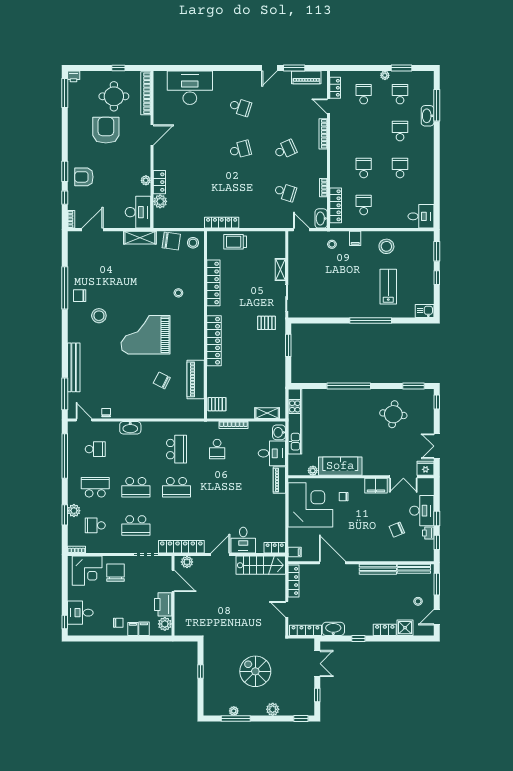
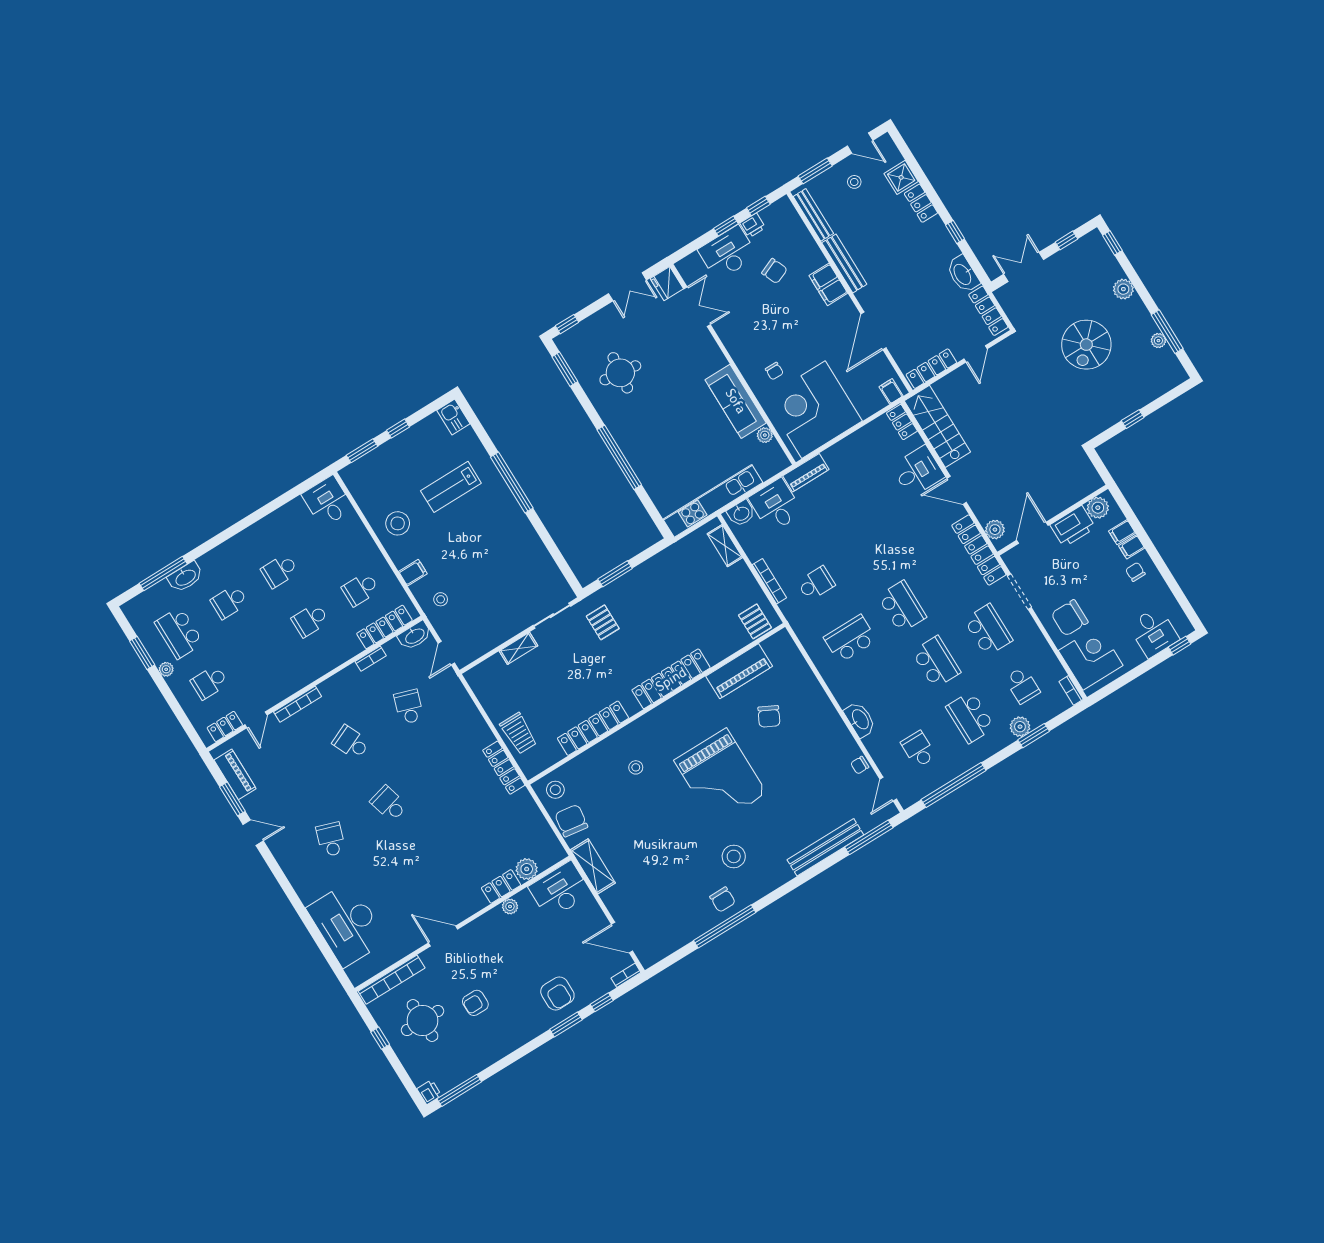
school desk: (400, 94) -> (179, 633), width x1.85
armchair: (106, 130) -> (475, 1003), width x0.53, depth x0.53
filing cabinet: (376, 486) -> (828, 284), moved, turned 180

